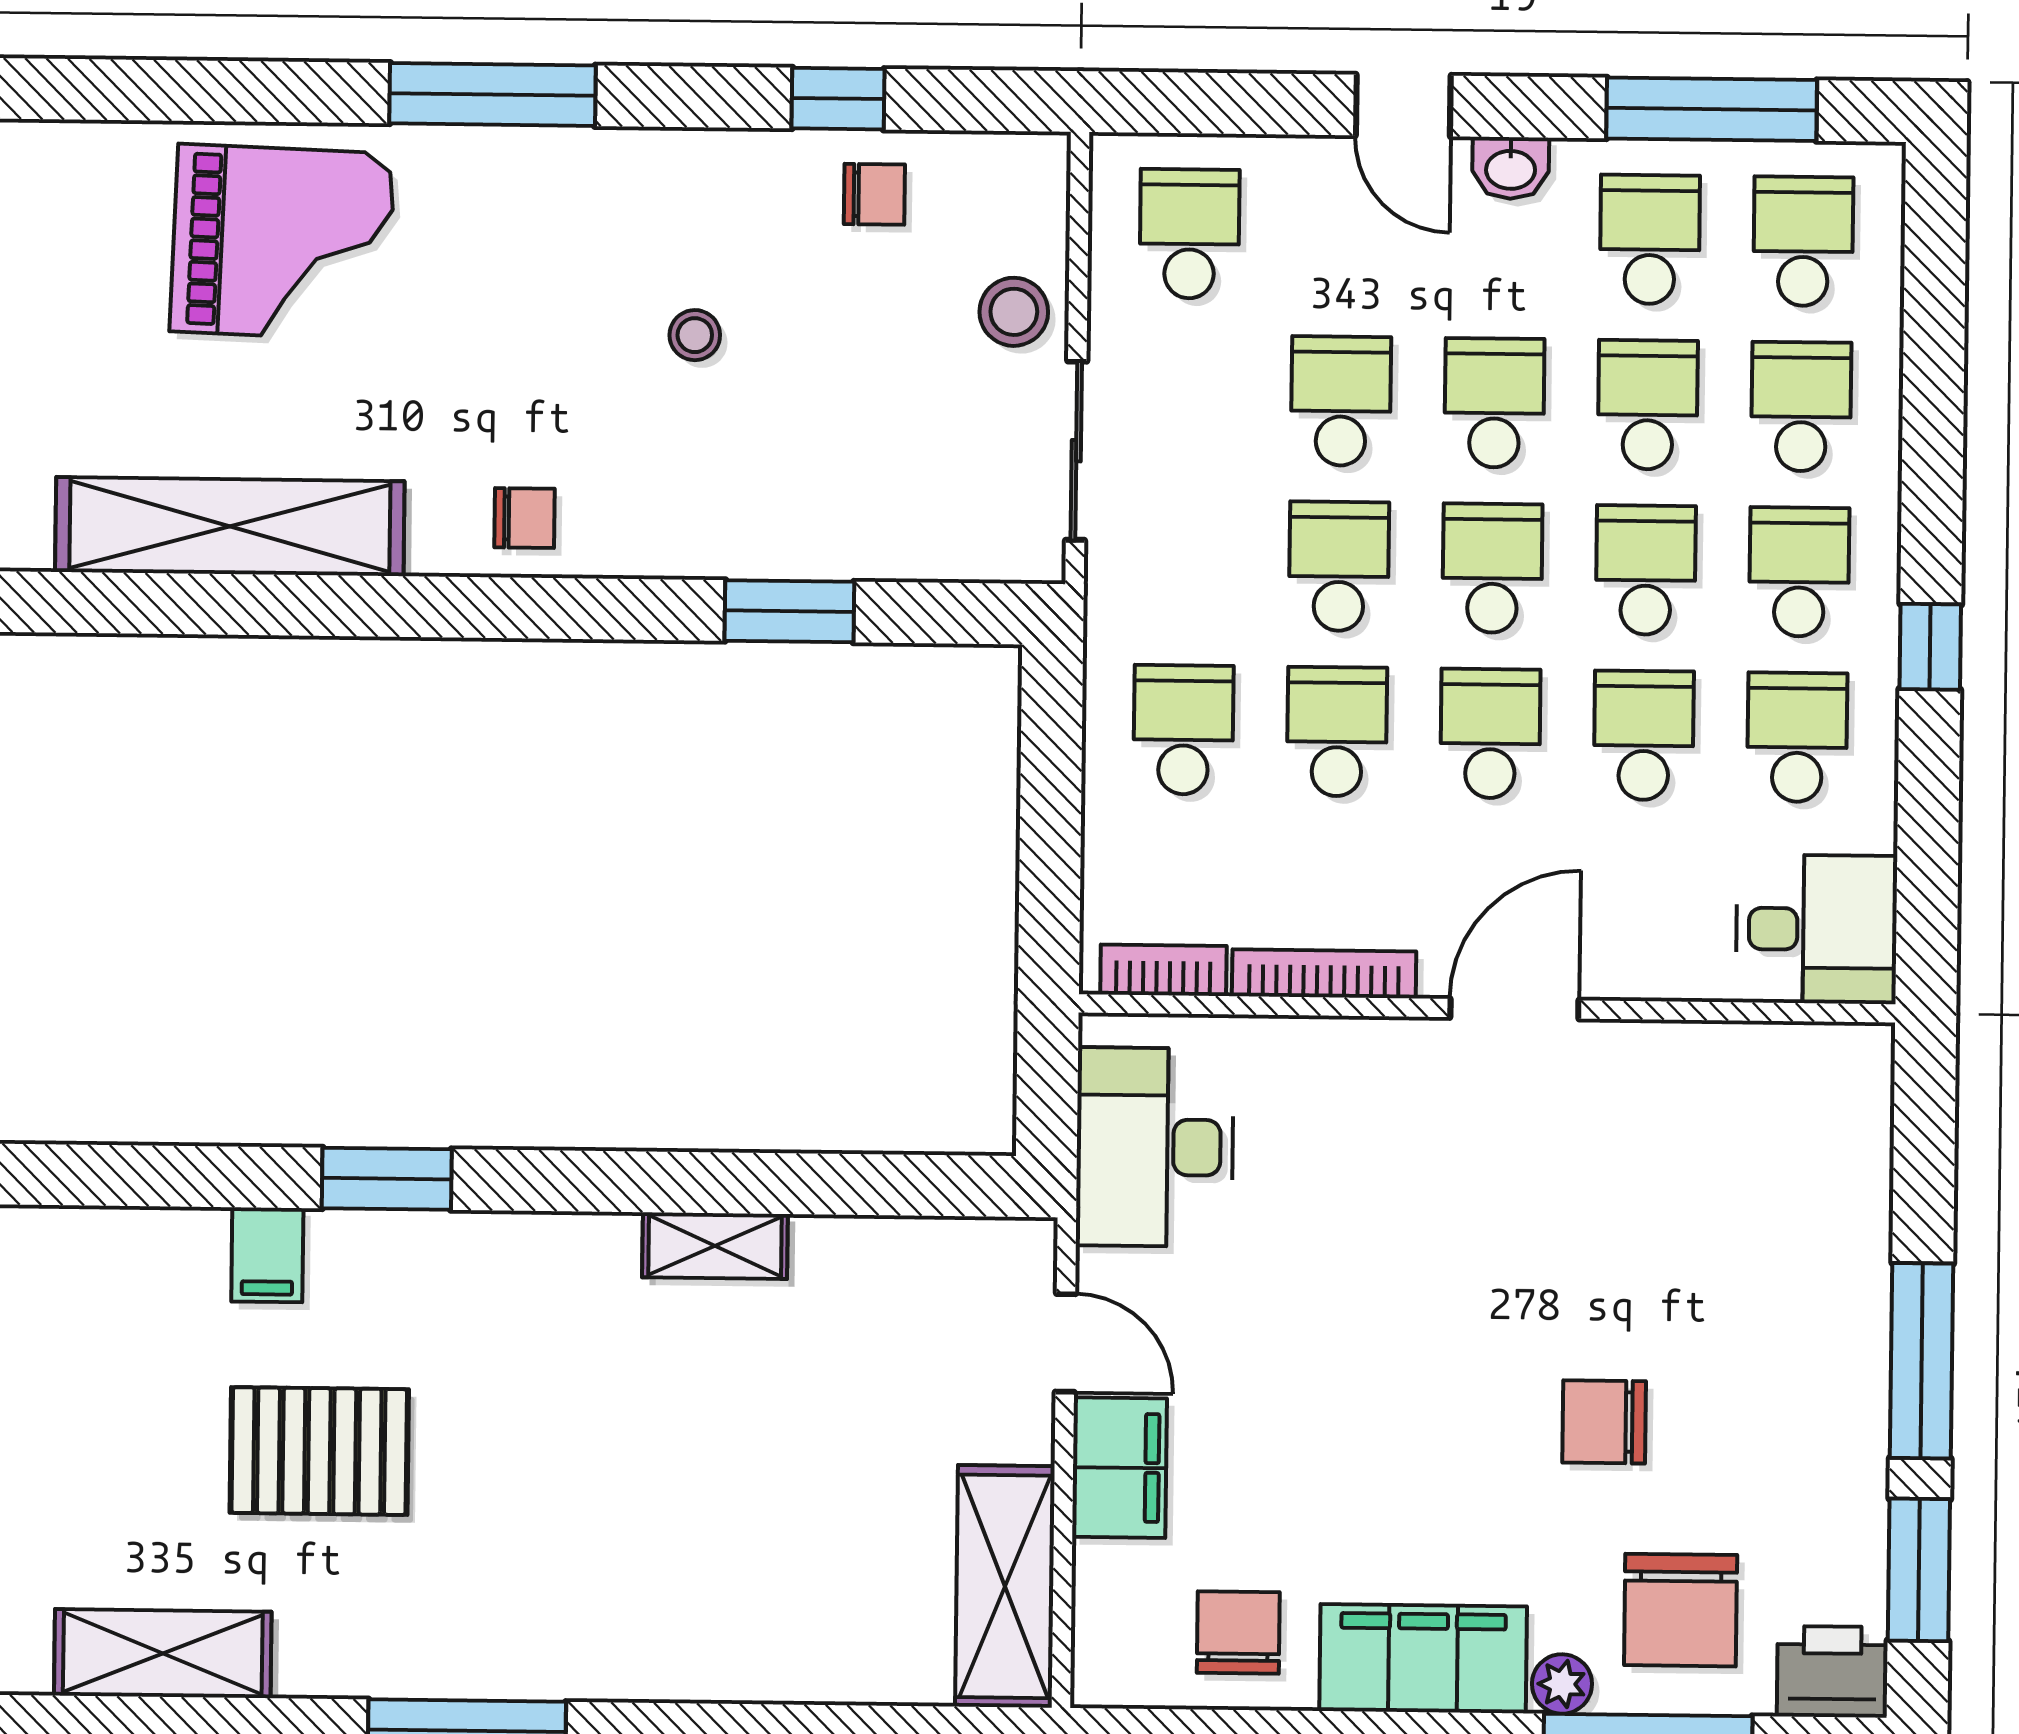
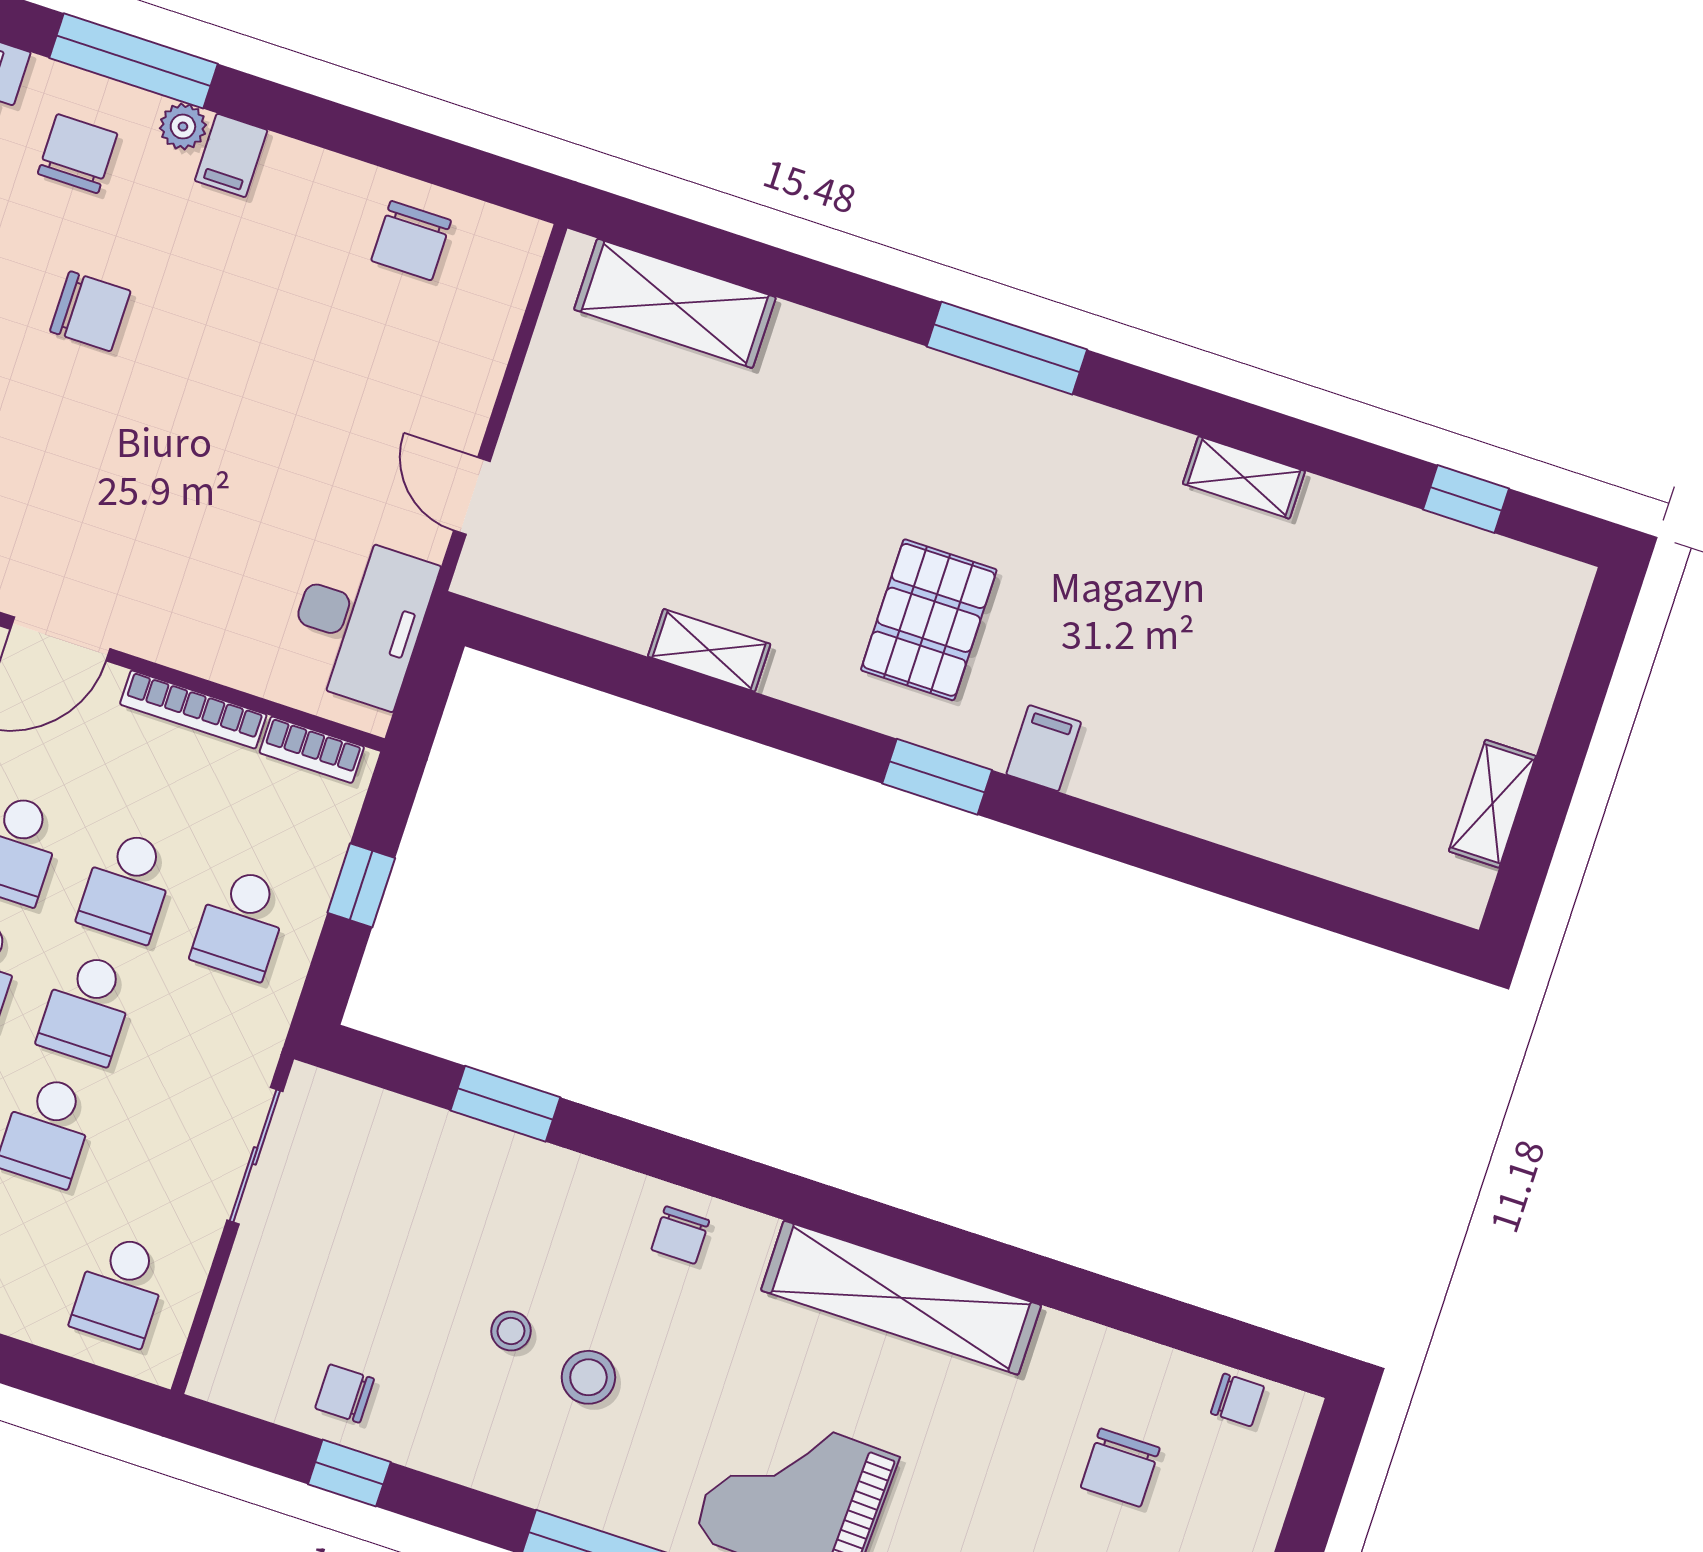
stool: (1014, 312) -> (588, 1377), moved
chair: (524, 518) -> (680, 1235), turned -90
window: (1050, 823) -> (361, 885), added
pallet: (319, 1451) -> (929, 620), moved, turned 90
filing cabinet: (1119, 1468) -> (461, 391), removed
shelving: (1005, 1586) -> (675, 303), moved, turned 90
chair: (1681, 1610) -> (78, 154), width x0.73, depth x0.73
shelving: (163, 1654) -> (1244, 477), width x0.67, depth x0.75
filing cabinet: (1423, 1659) -> (231, 155), width x0.33, depth x0.86

